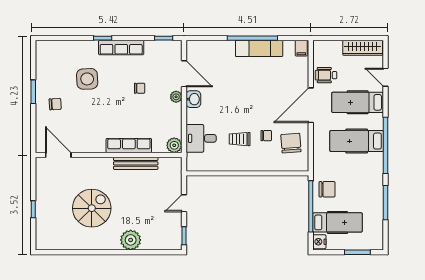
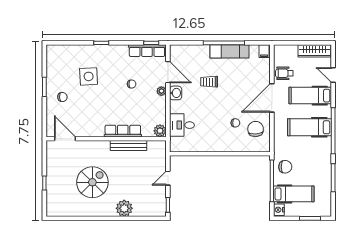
row of seats: (121, 48) -> (147, 51), moved
trolley: (240, 139) -> (209, 82), moved

